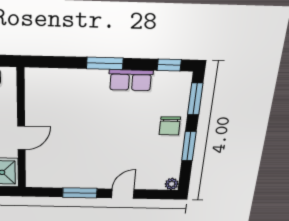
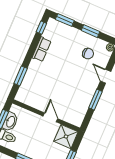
window: (105, 63) -> (21, 76), moved
chair: (170, 126) -> (88, 54), moved

